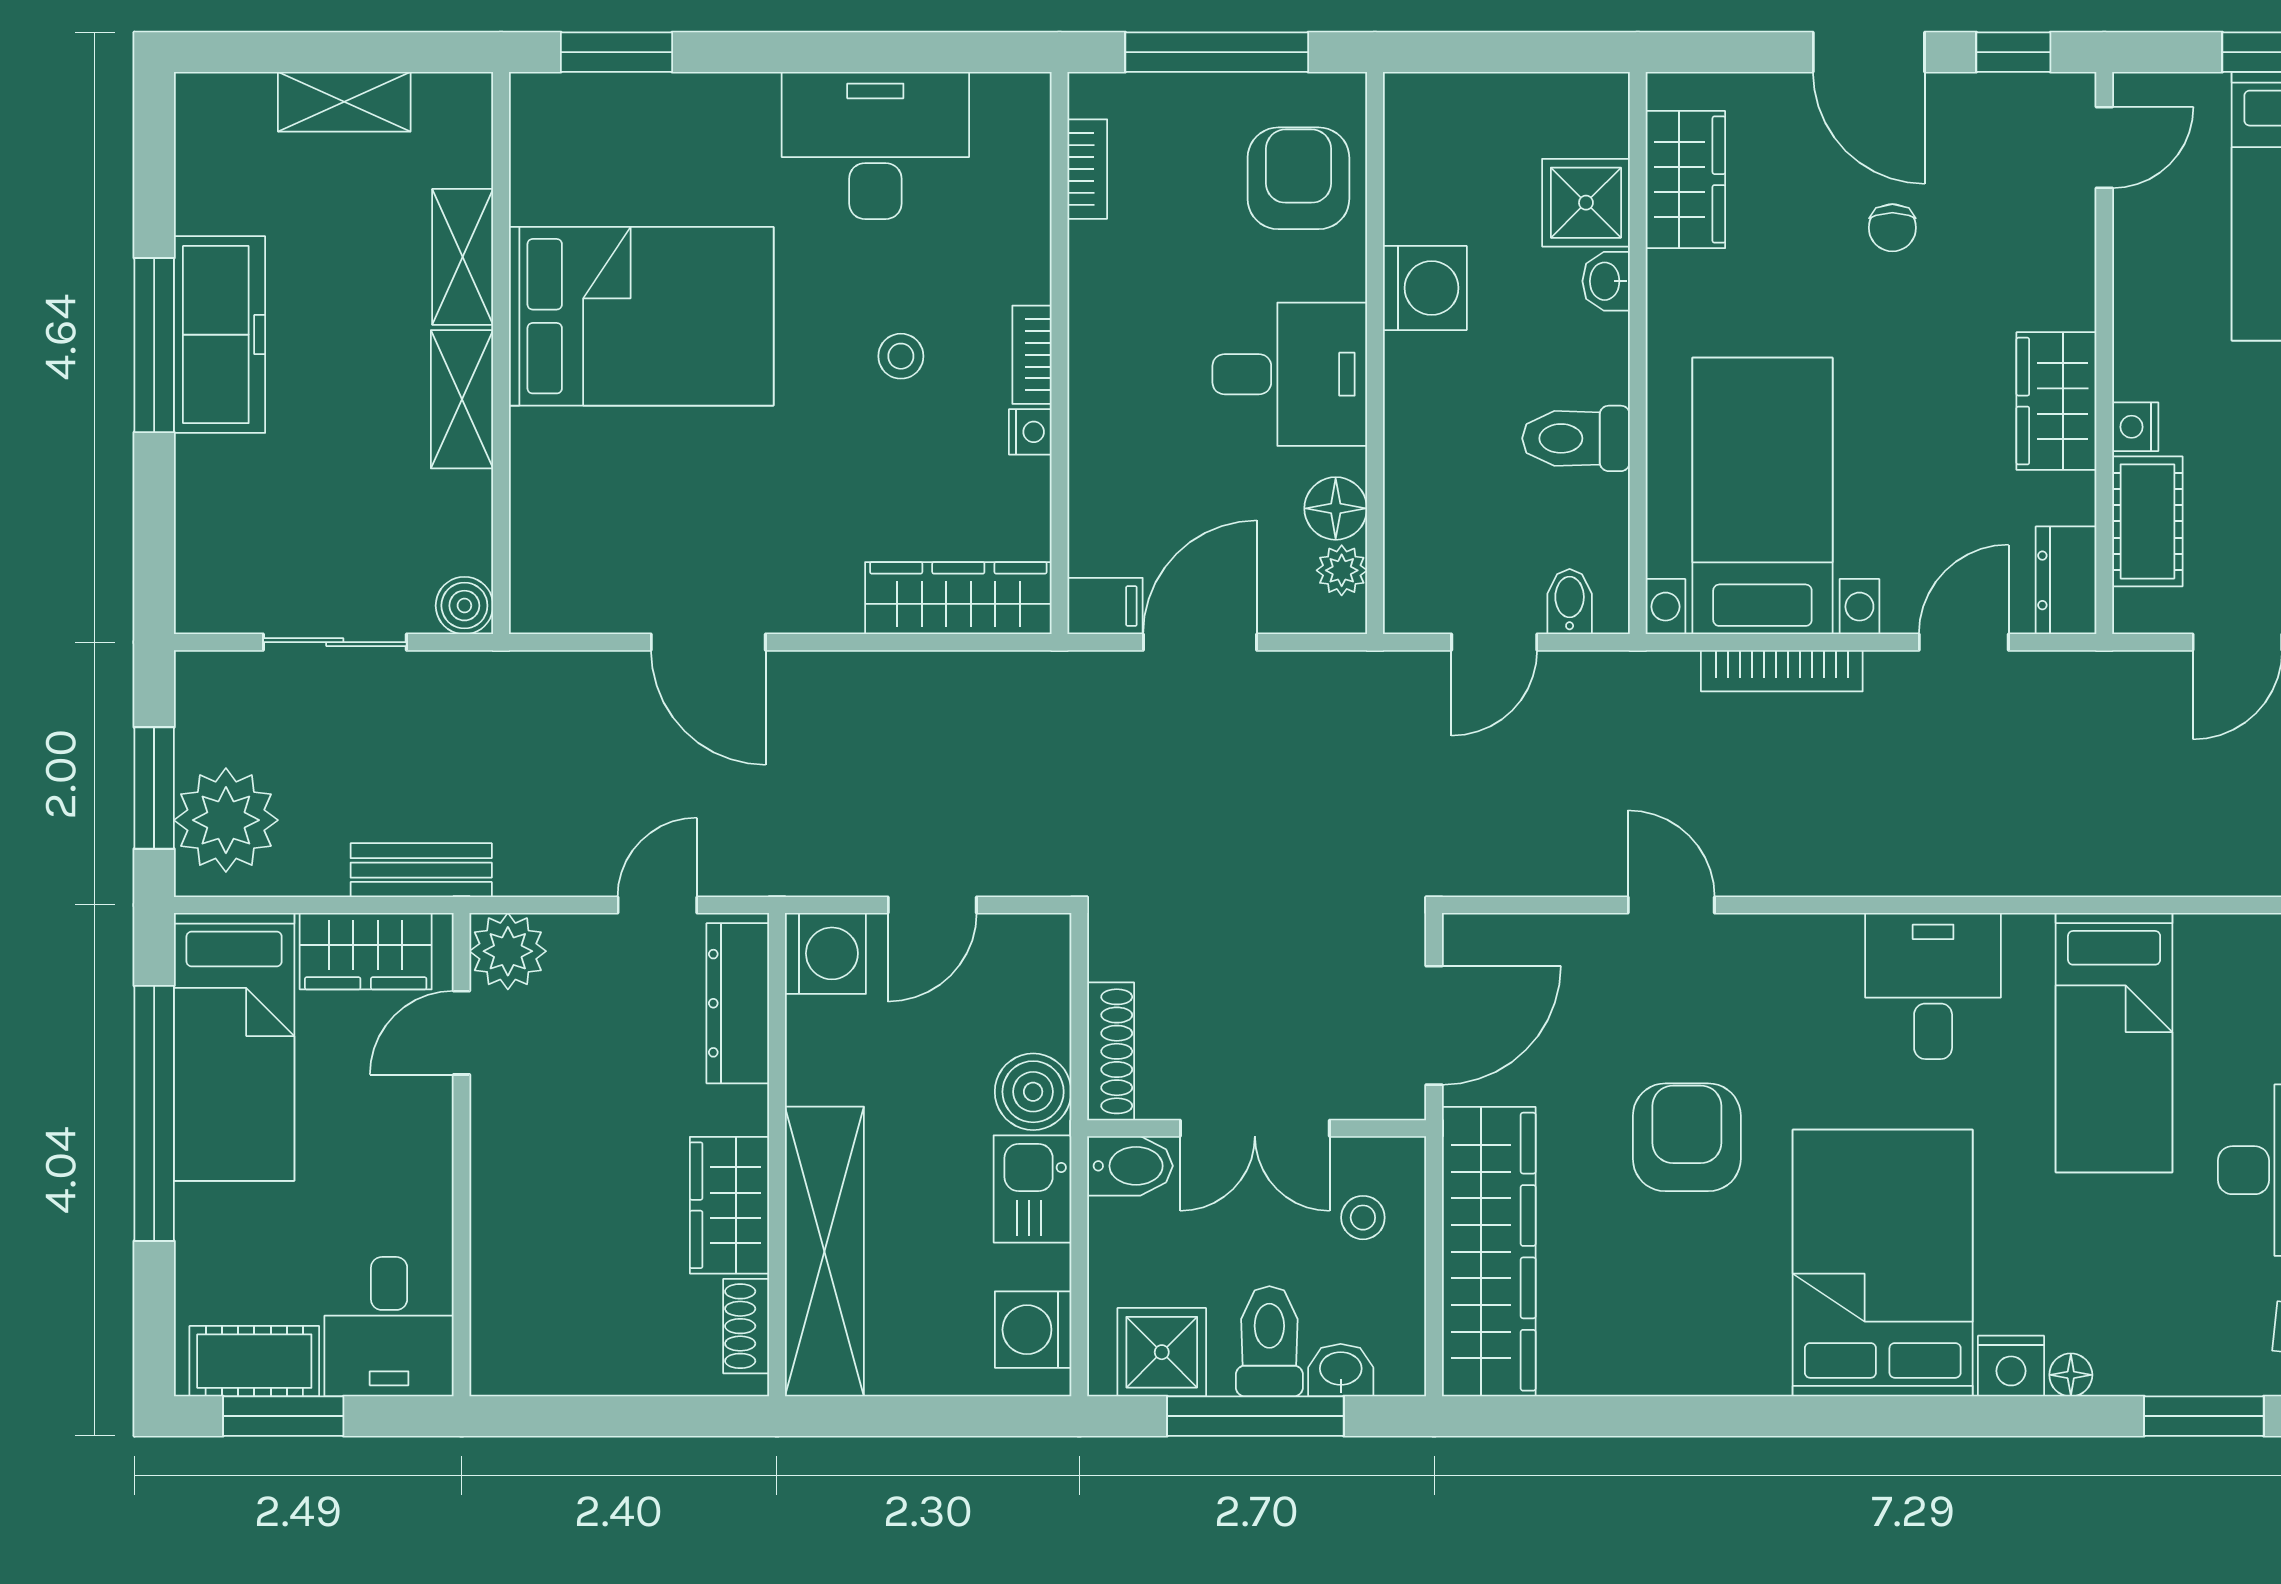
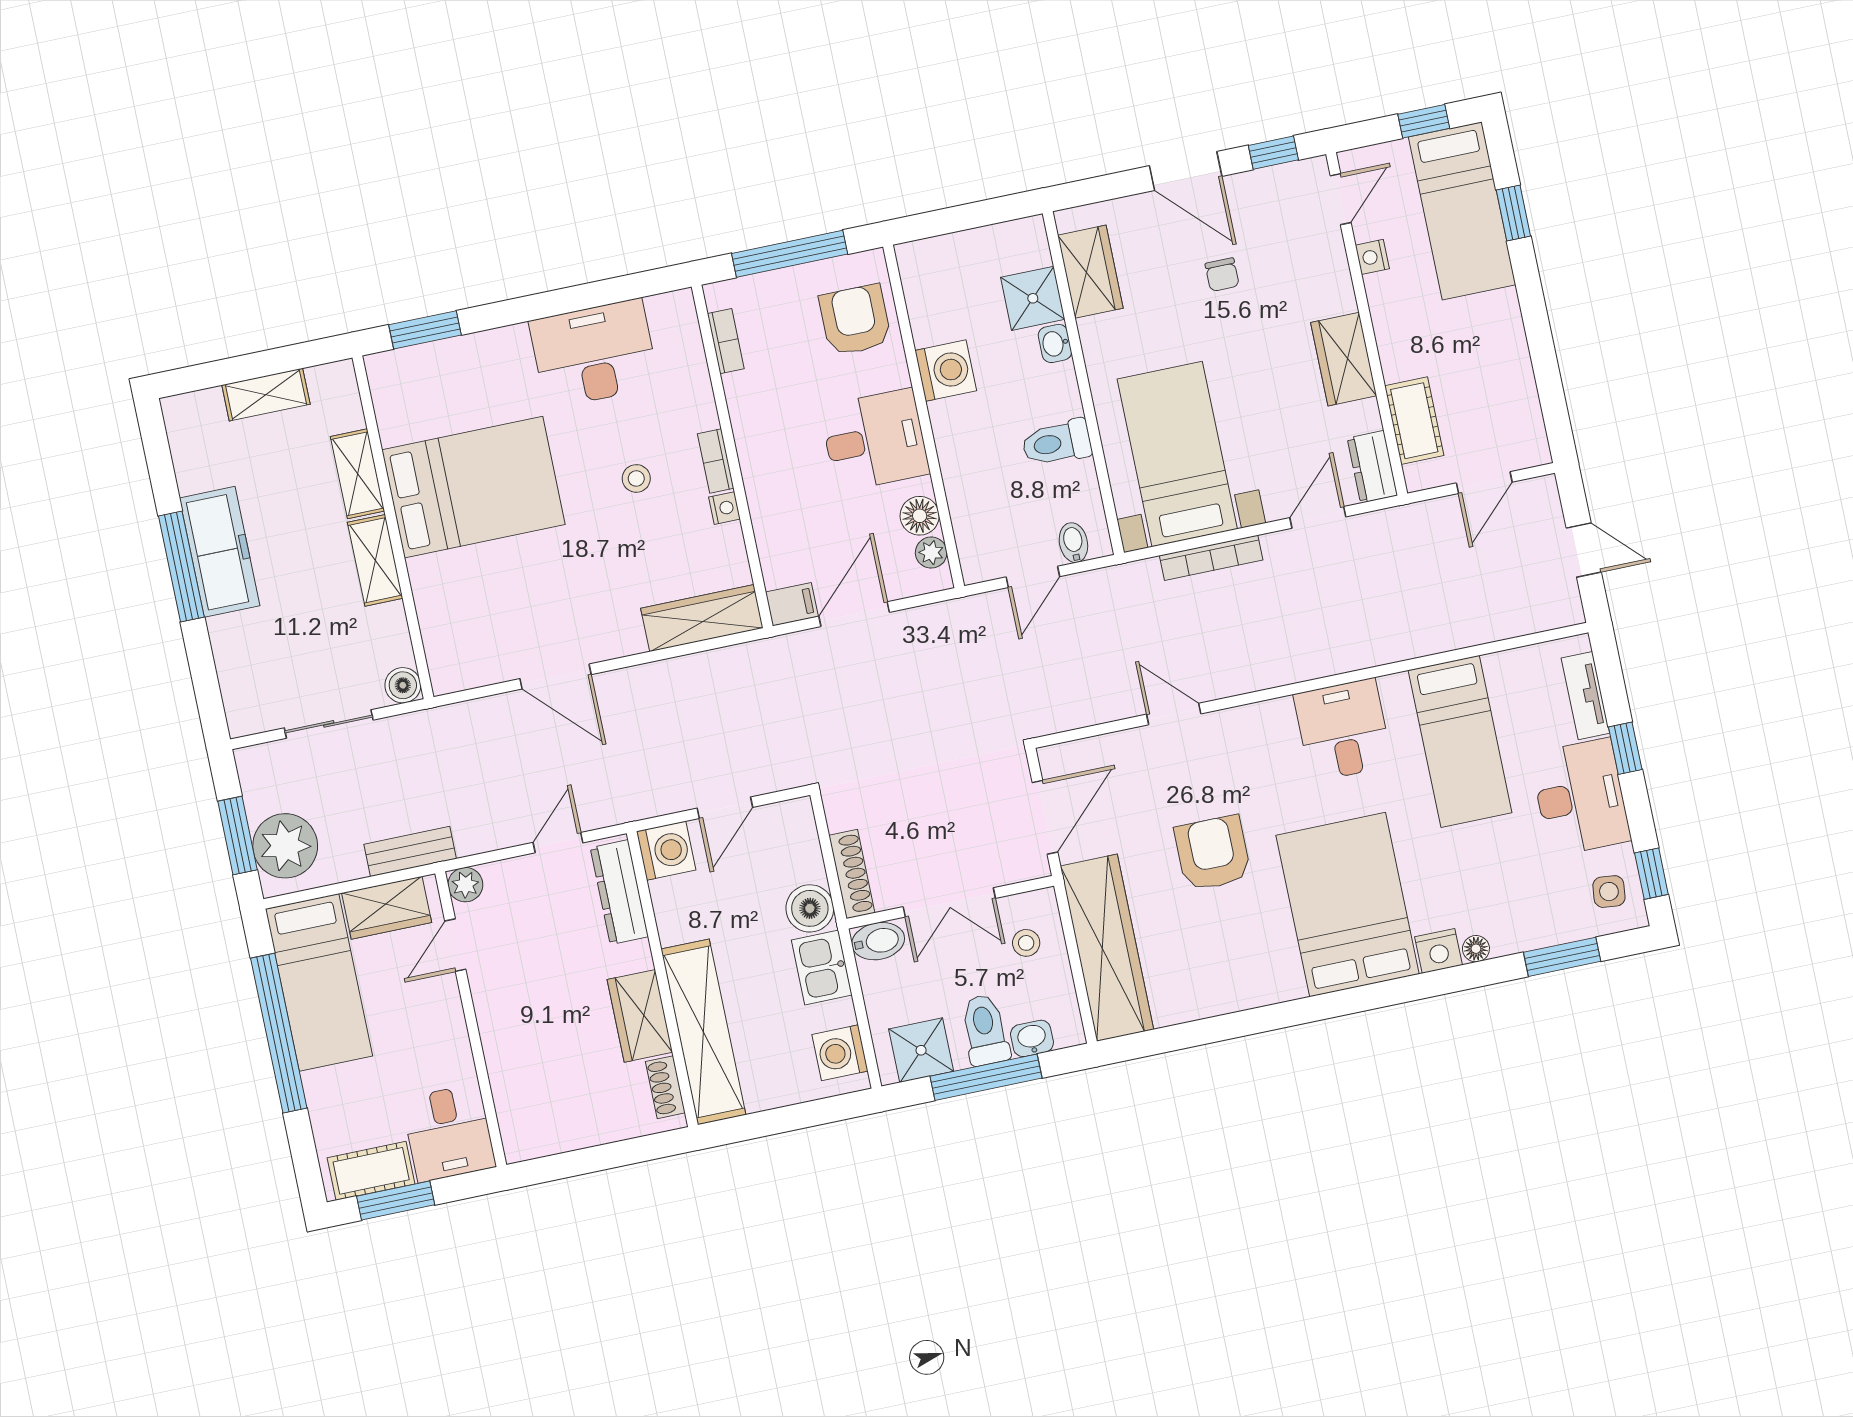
nightstand: (2135, 427) -> (1372, 257), moved
plant: (508, 951) -> (465, 885), width x0.73, depth x0.73

